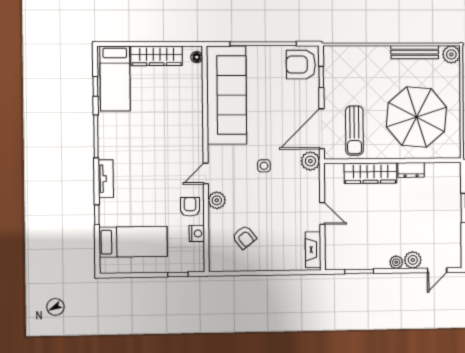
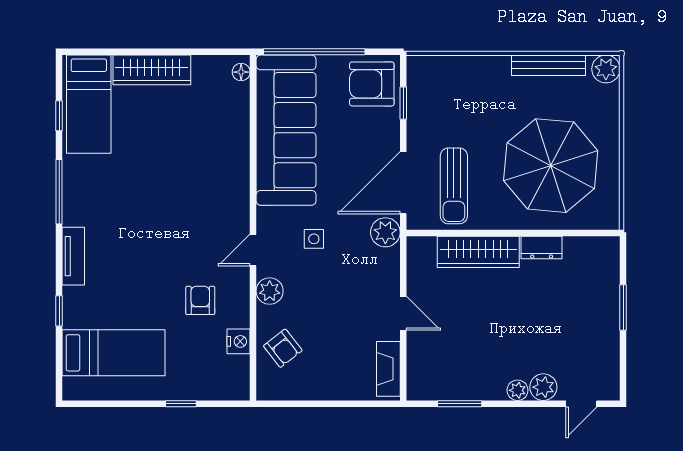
floor lamp: (197, 57) -> (241, 72), moved
sofa: (227, 95) -> (286, 130), moved
wall: (206, 159) -> (253, 228), moved
door: (206, 174) -> (253, 250), moved
plant: (217, 200) -> (270, 291), moved
nightstand: (197, 233) -> (239, 341), moved

